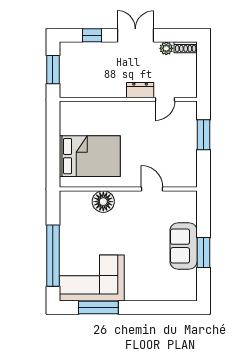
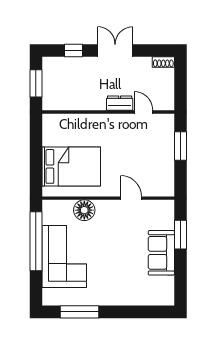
plant: (166, 48) -> (145, 63), removed
door: (165, 99) -> (144, 112), swing flipped
window: (203, 252) -> (180, 235), moved
window: (53, 256) -> (36, 241), moved
corner sofa: (92, 278) -> (64, 256), moved, turned 90

